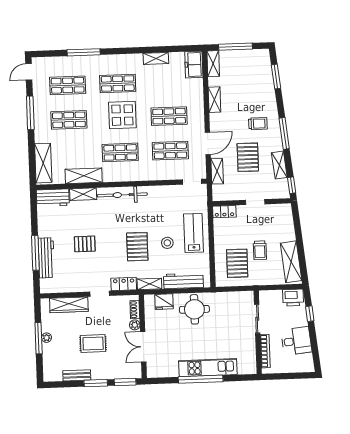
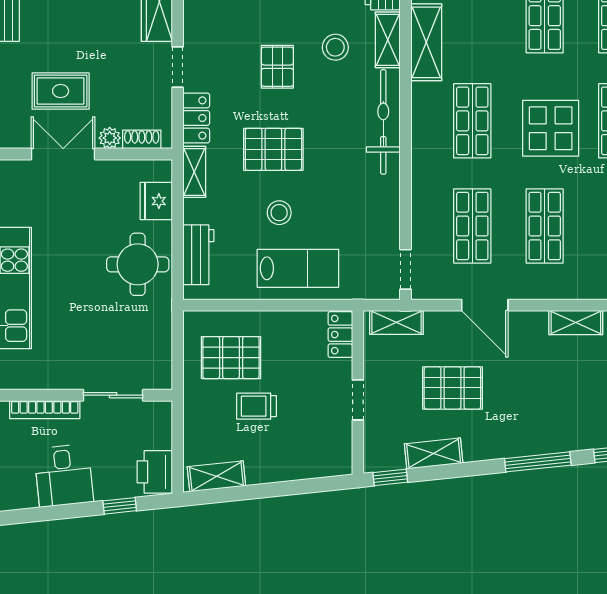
trolley: (258, 124) -> (522, 412), removed
window: (284, 133) -> (538, 462), moved
shelving: (217, 171) -> (396, 322), moved
stool: (88, 219) -> (335, 47), added
pallet: (85, 244) -> (277, 67), moved
shelving: (291, 262) -> (216, 476), width x0.67, depth x0.75
workbench: (183, 281) -> (198, 255), width x0.73
rug: (93, 344) -> (61, 91), moved, turned 90

